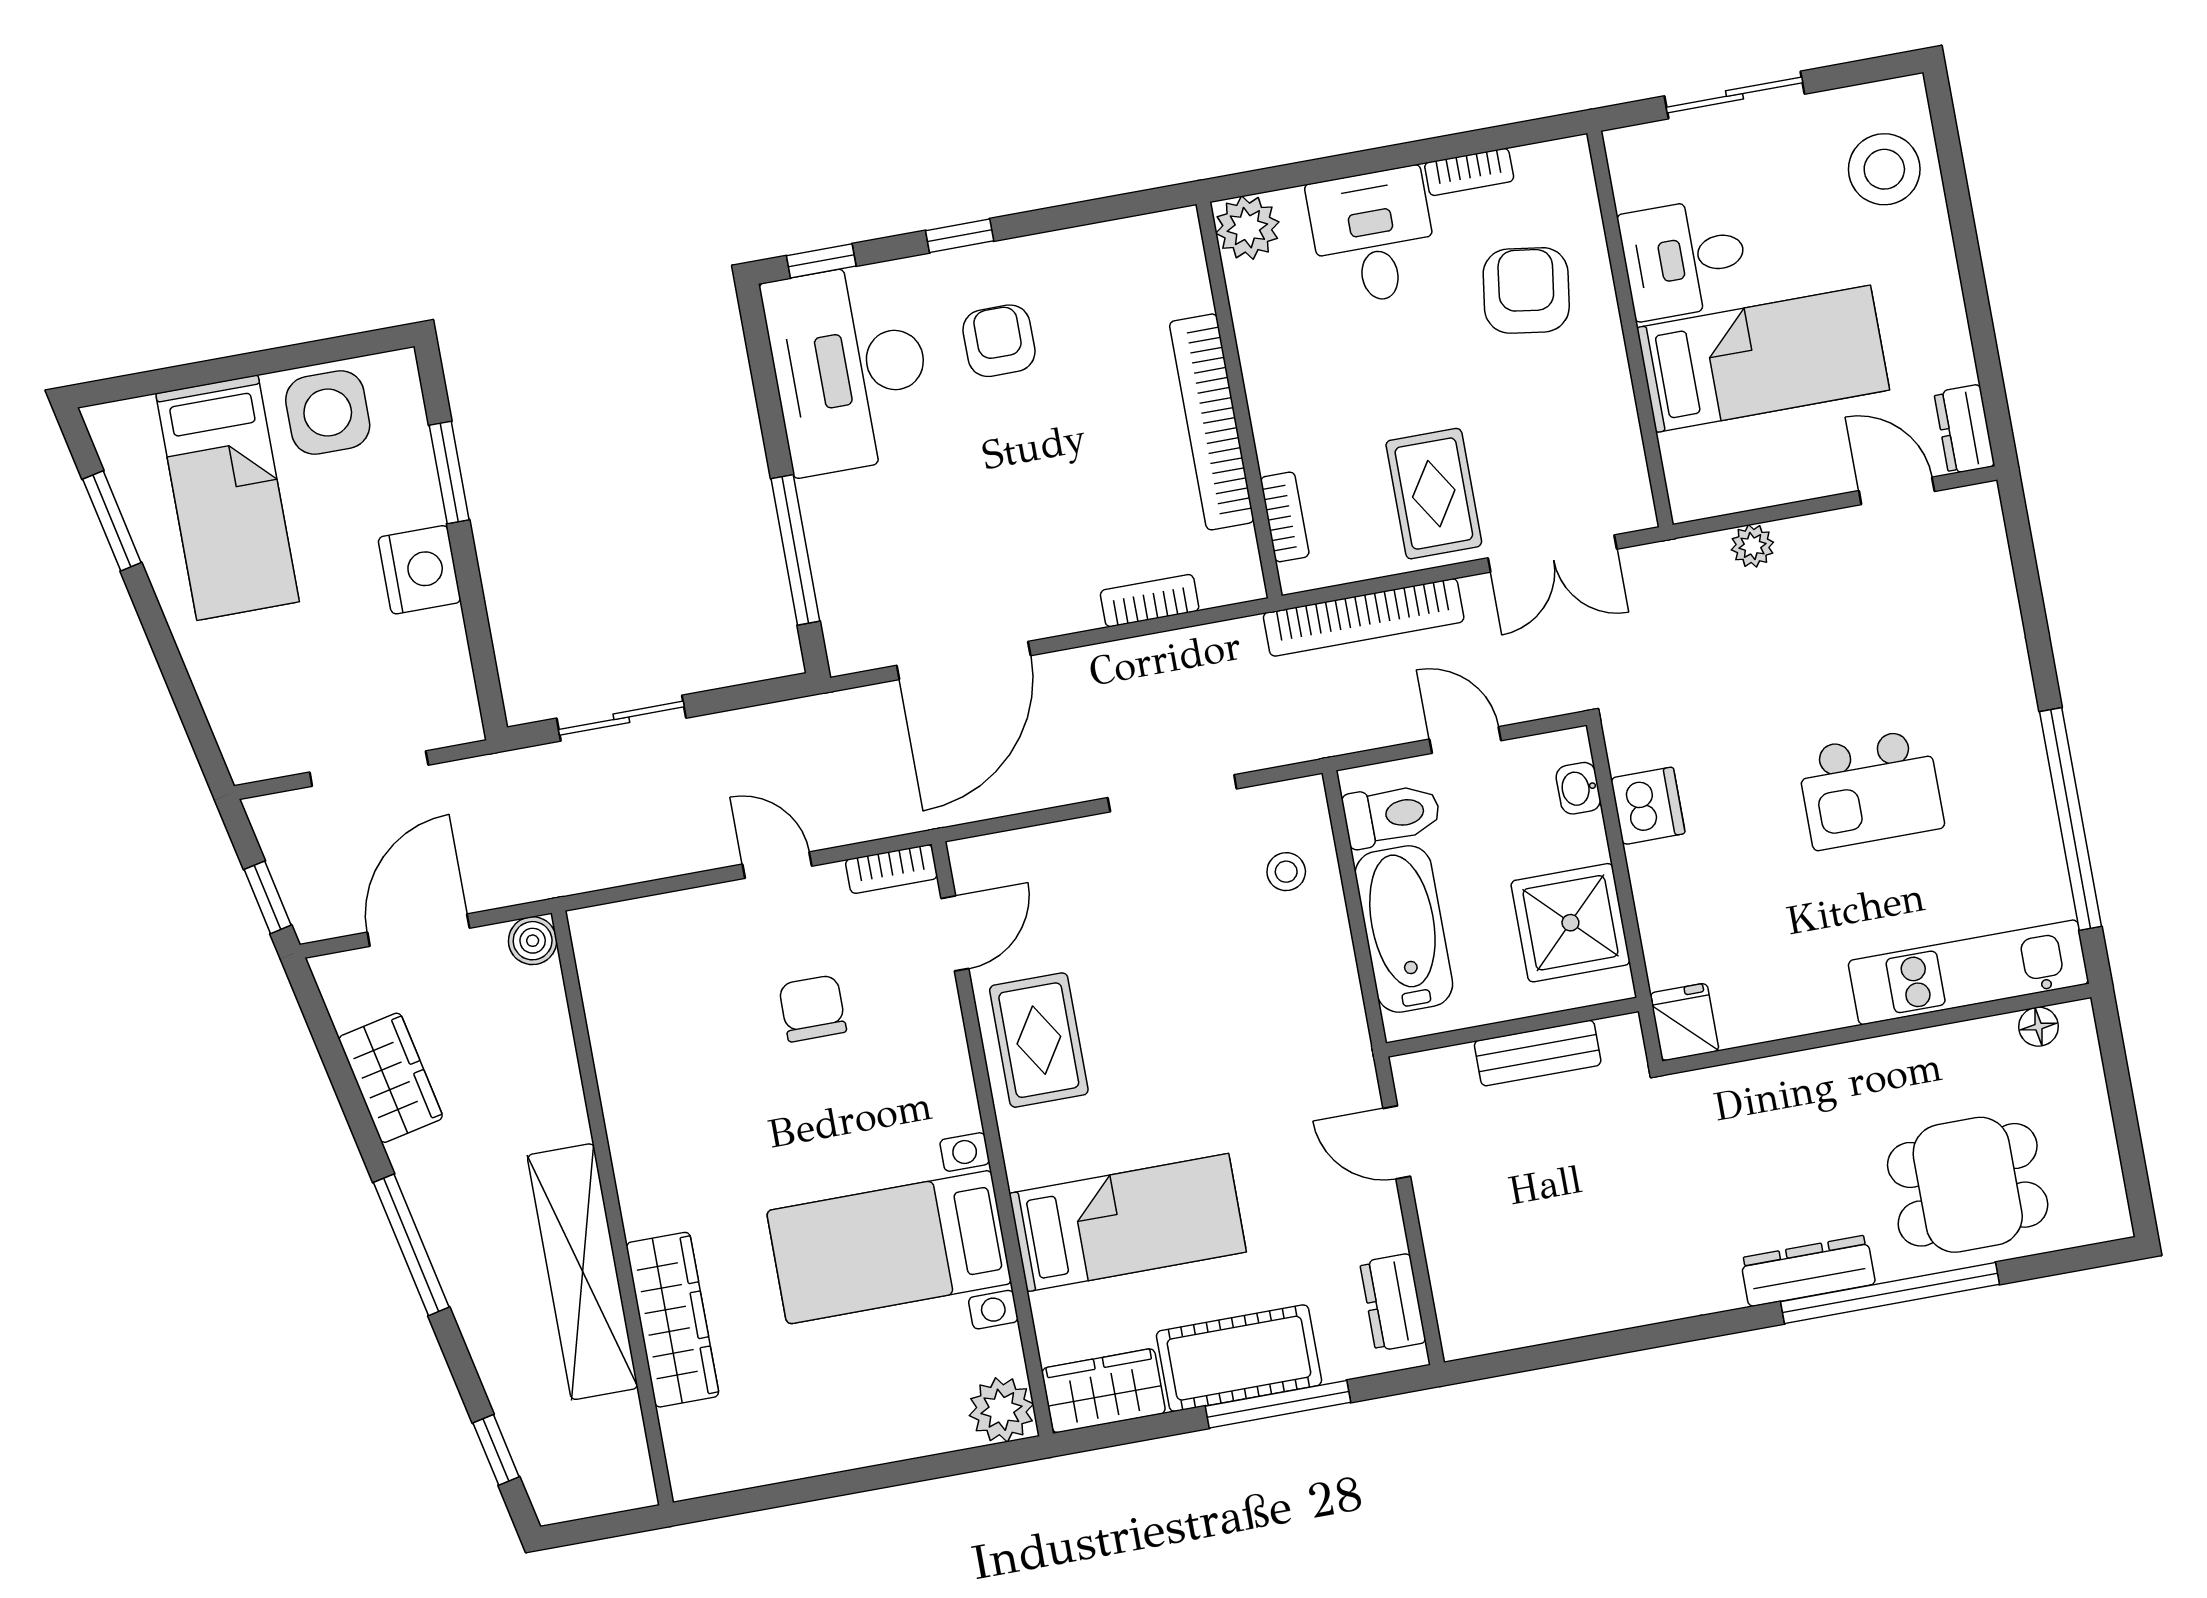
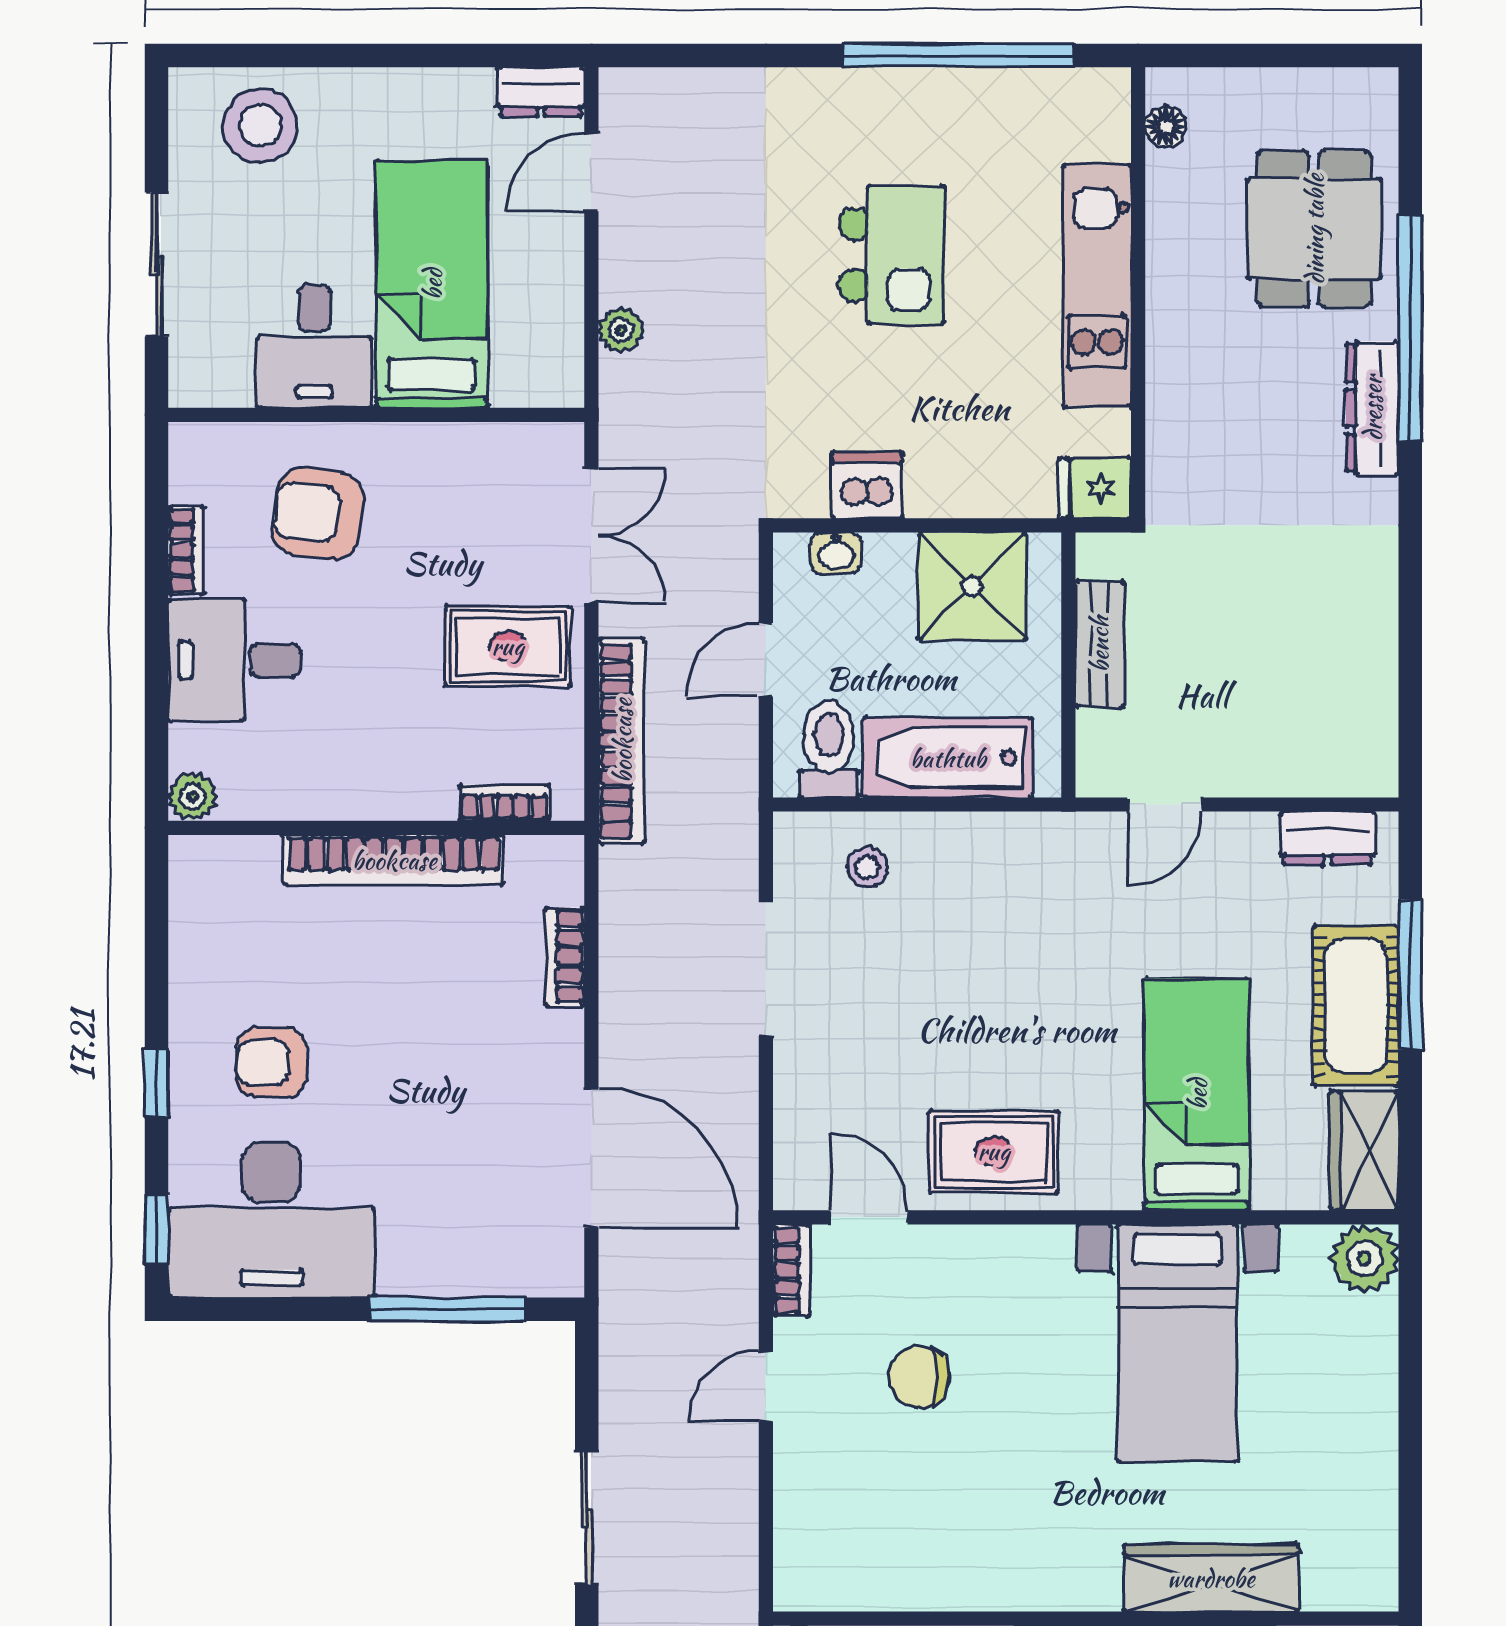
plant: (1247, 228) -> (192, 796), width x0.73, depth x0.73
kitchen unit: (1968, 972) -> (1097, 286), moved

